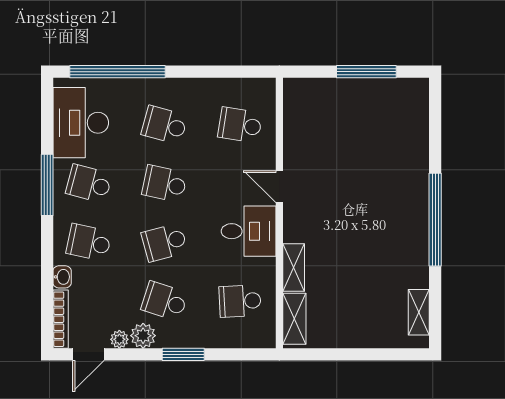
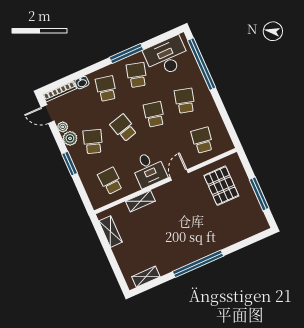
pallet: (327, 127) -> (221, 186), added
shelving: (294, 319) -> (111, 232), moved, turned 90

